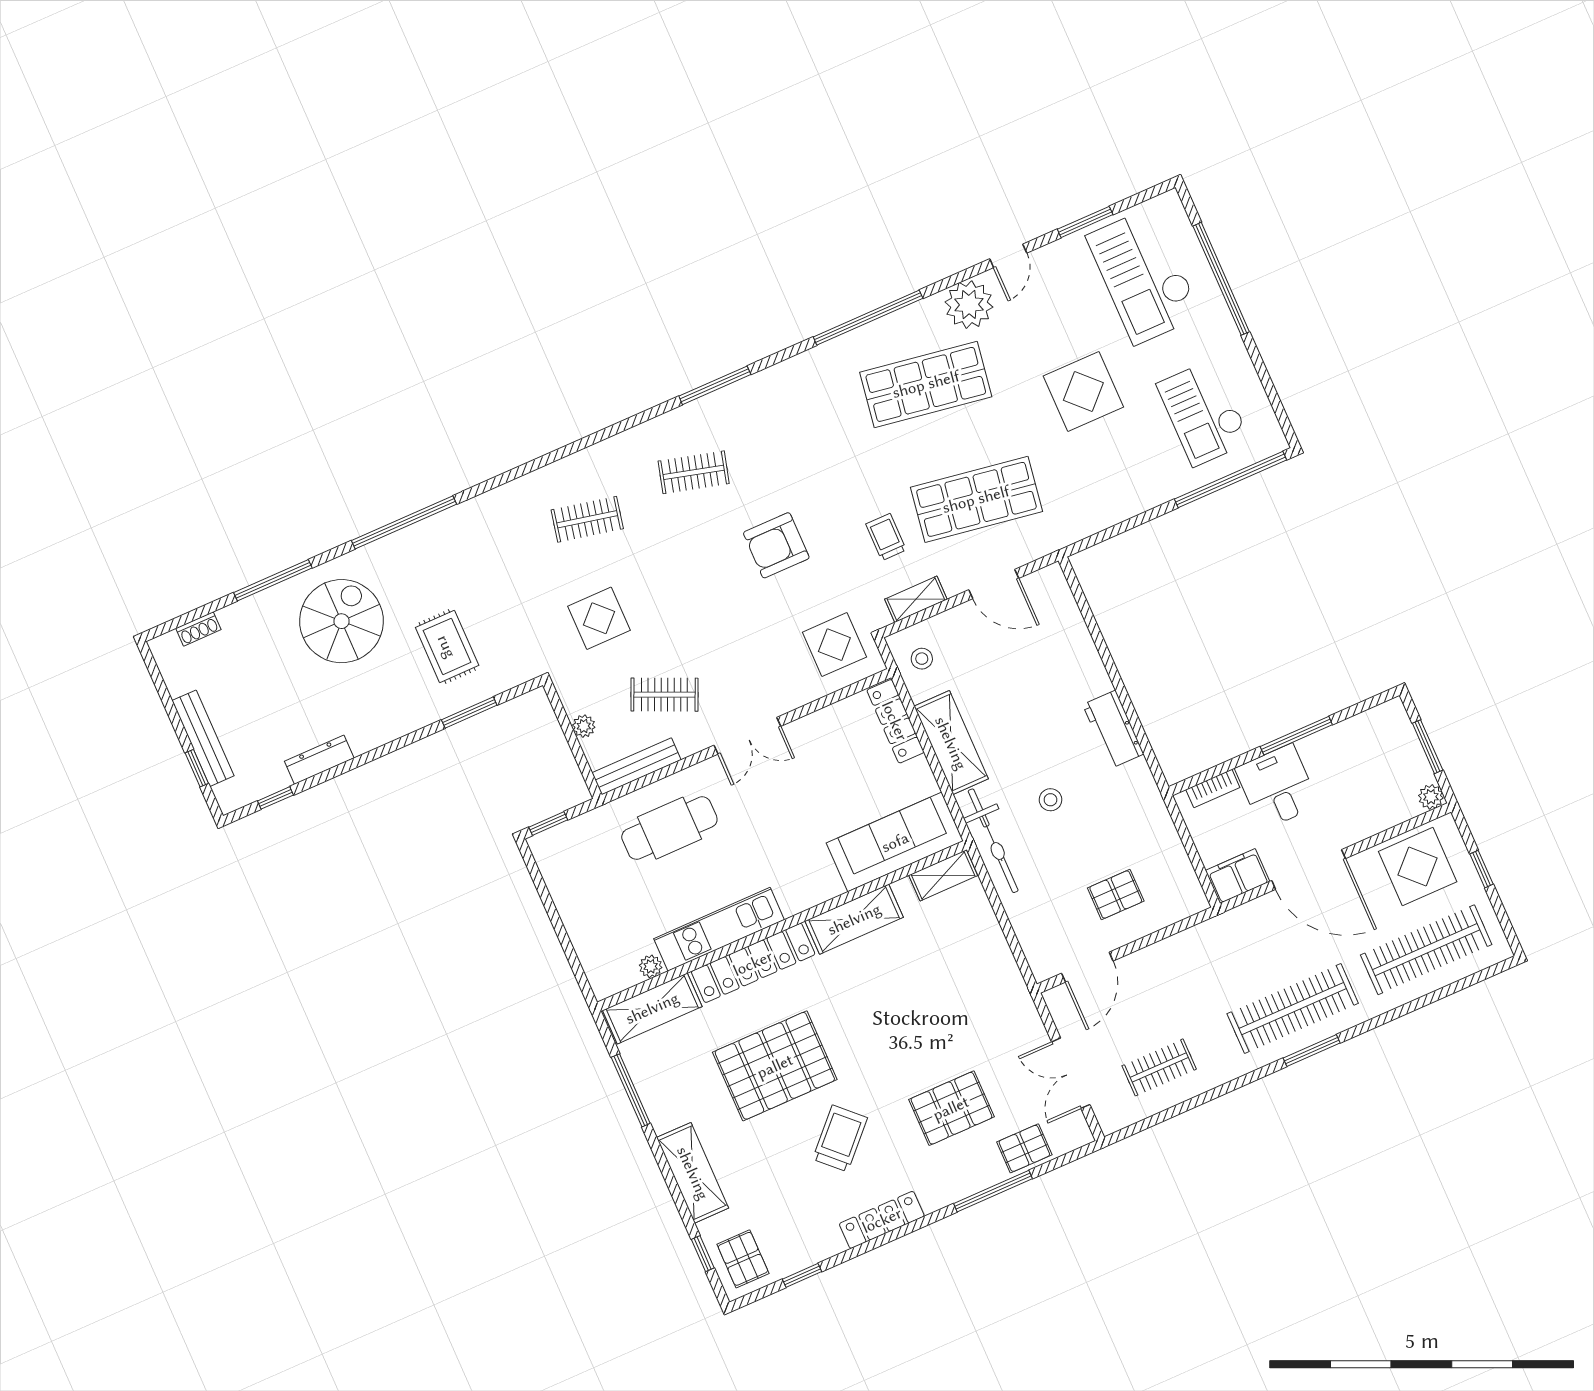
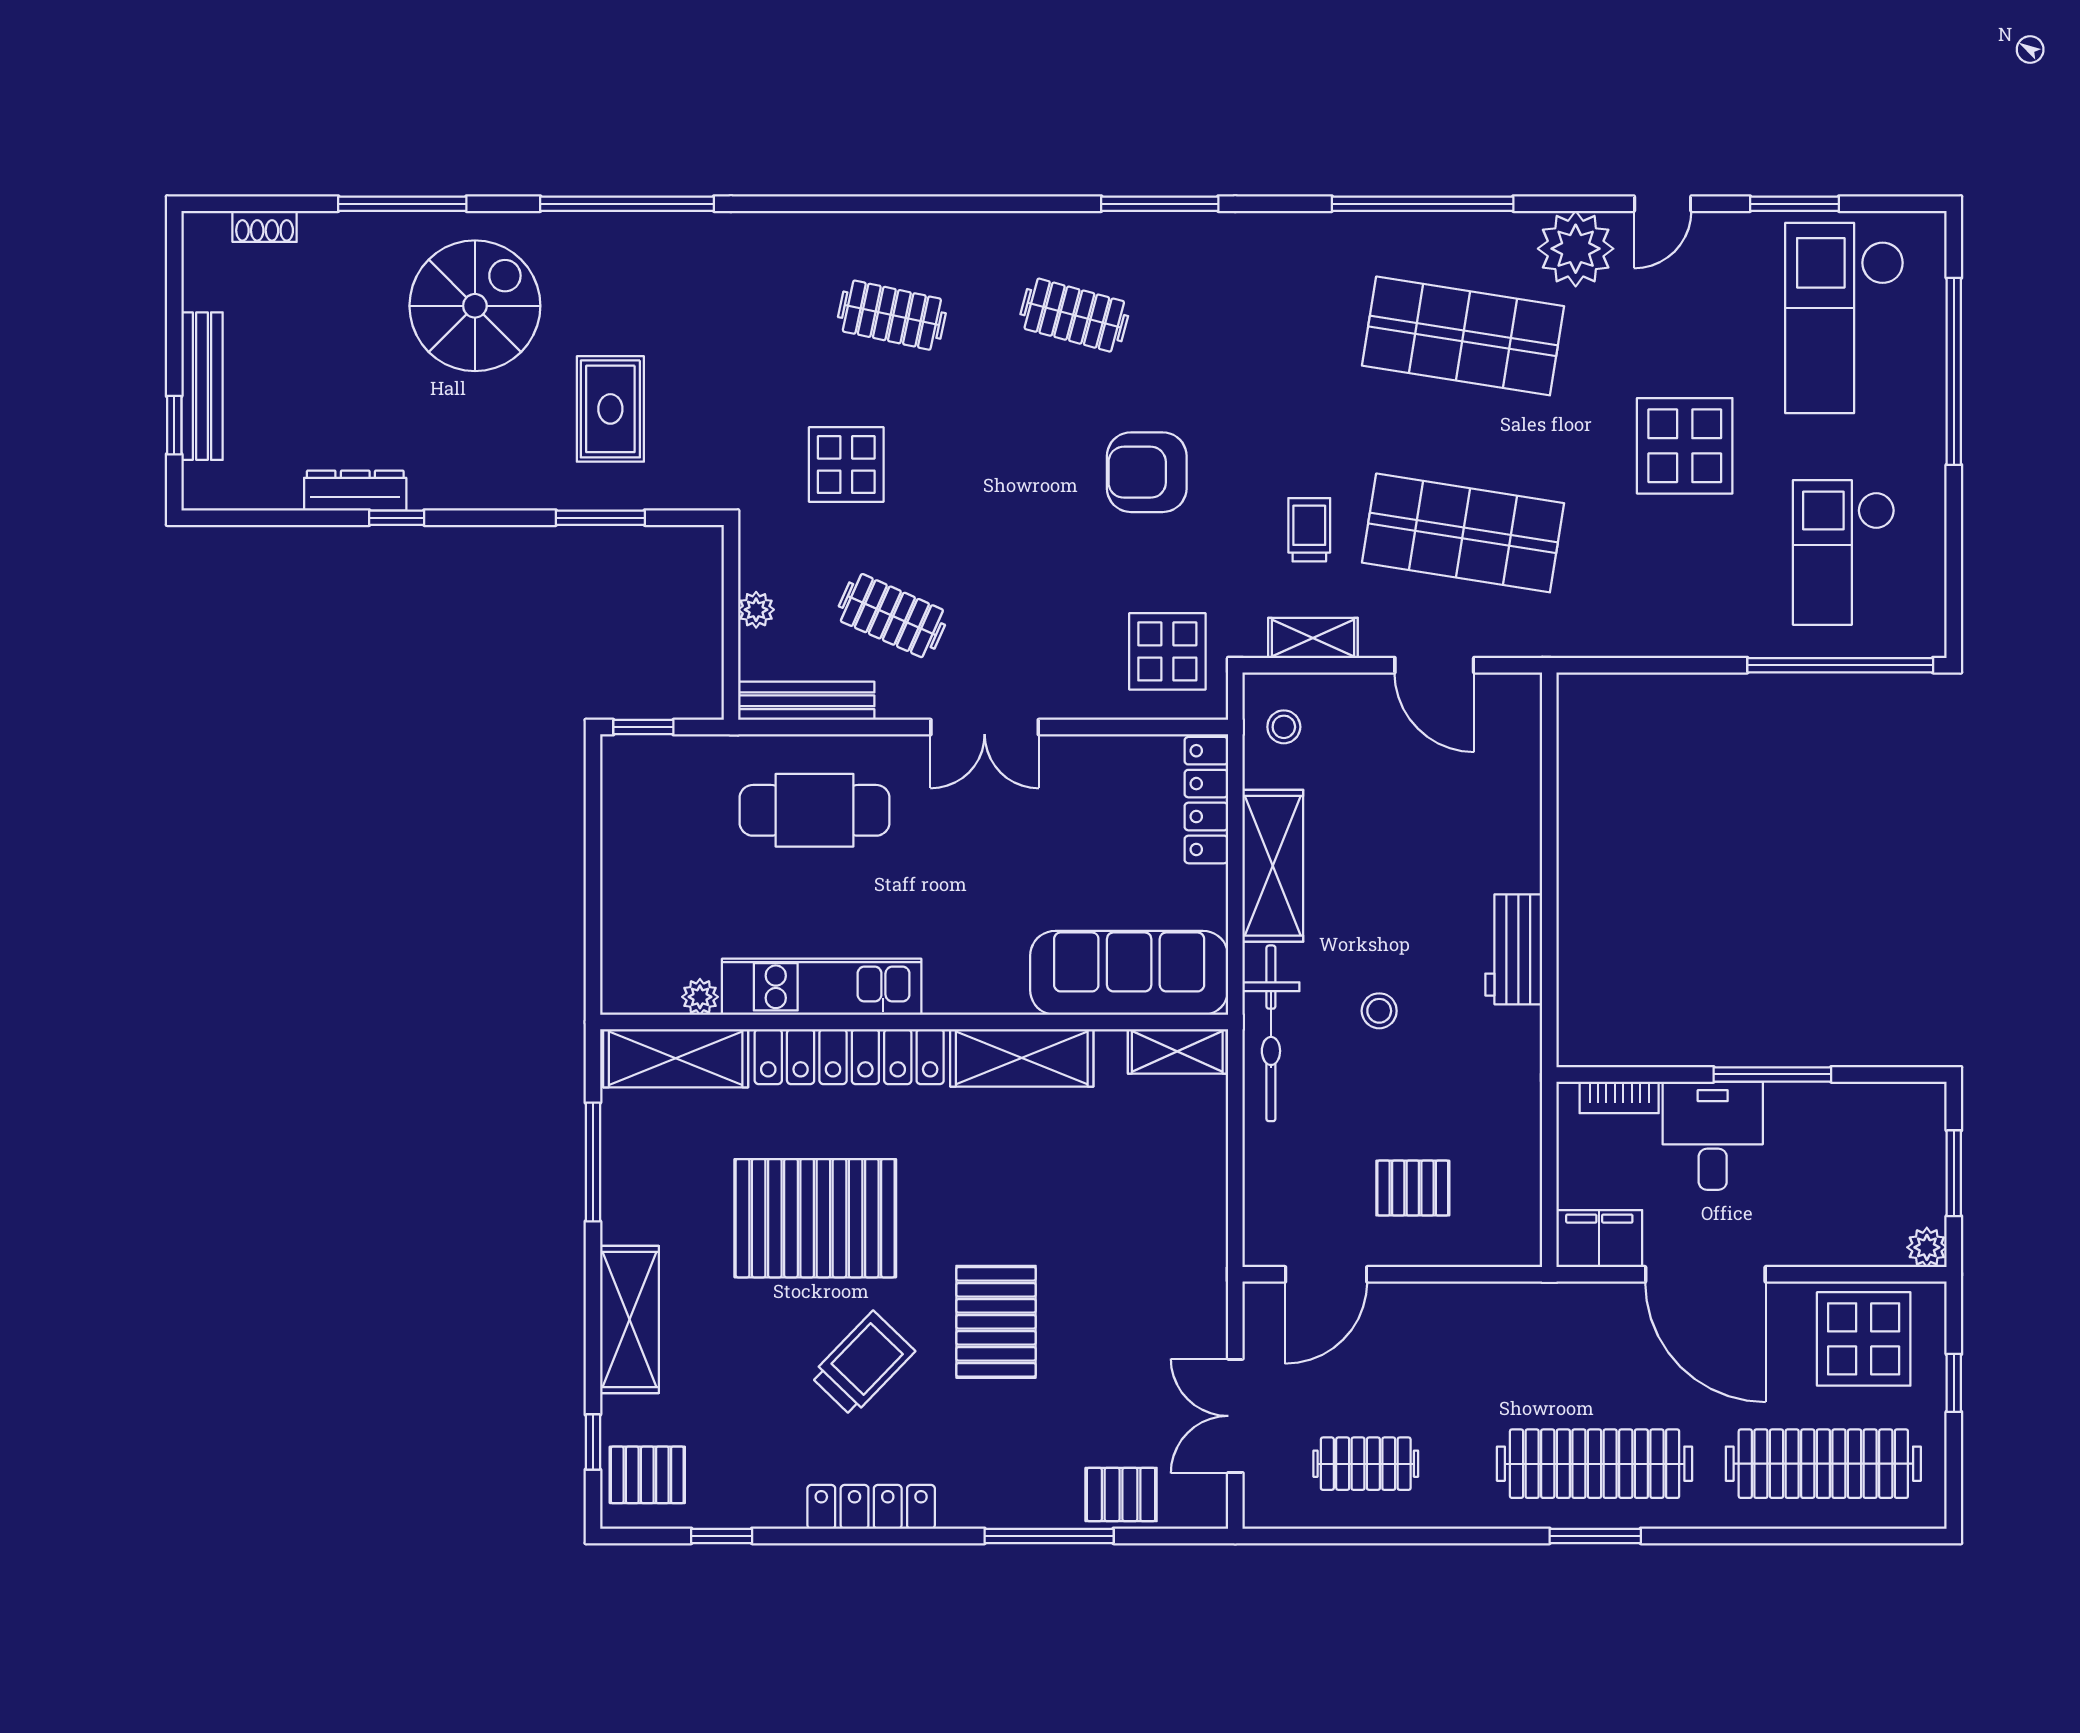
window: (275, 798) -> (397, 518), moved
pallet: (951, 1108) -> (996, 1322), moved, turned 90
pallet: (743, 1259) -> (647, 1475), turned 90

